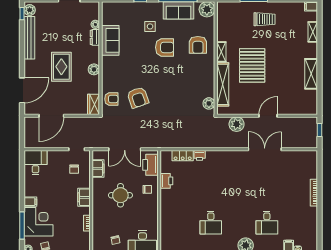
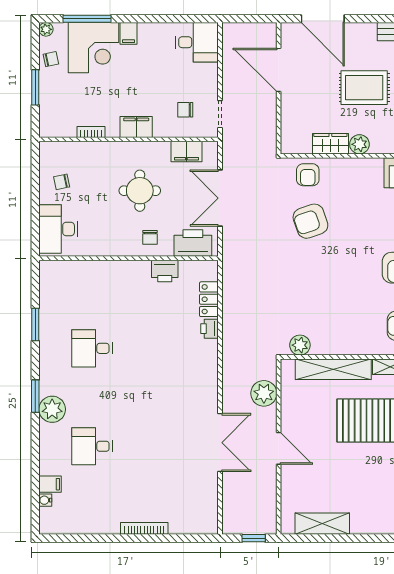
shelving: (311, 74) -> (322, 524), moved
wardrobe: (94, 104) -> (330, 144), moved

